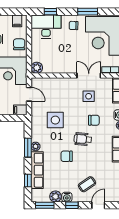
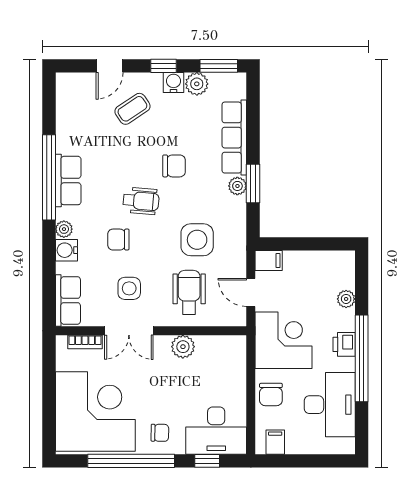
window: (88, 12) -> (131, 461), width x2.11
plant: (37, 68) -> (183, 347), moved
wheelchair: (59, 94) -> (189, 292), added
window: (28, 180) -> (253, 117), removed

